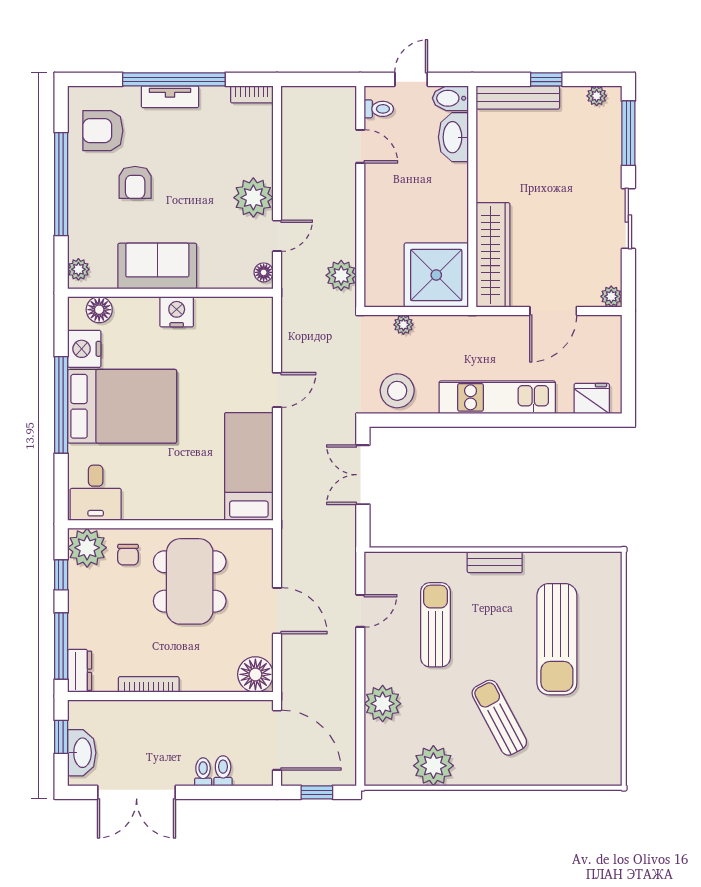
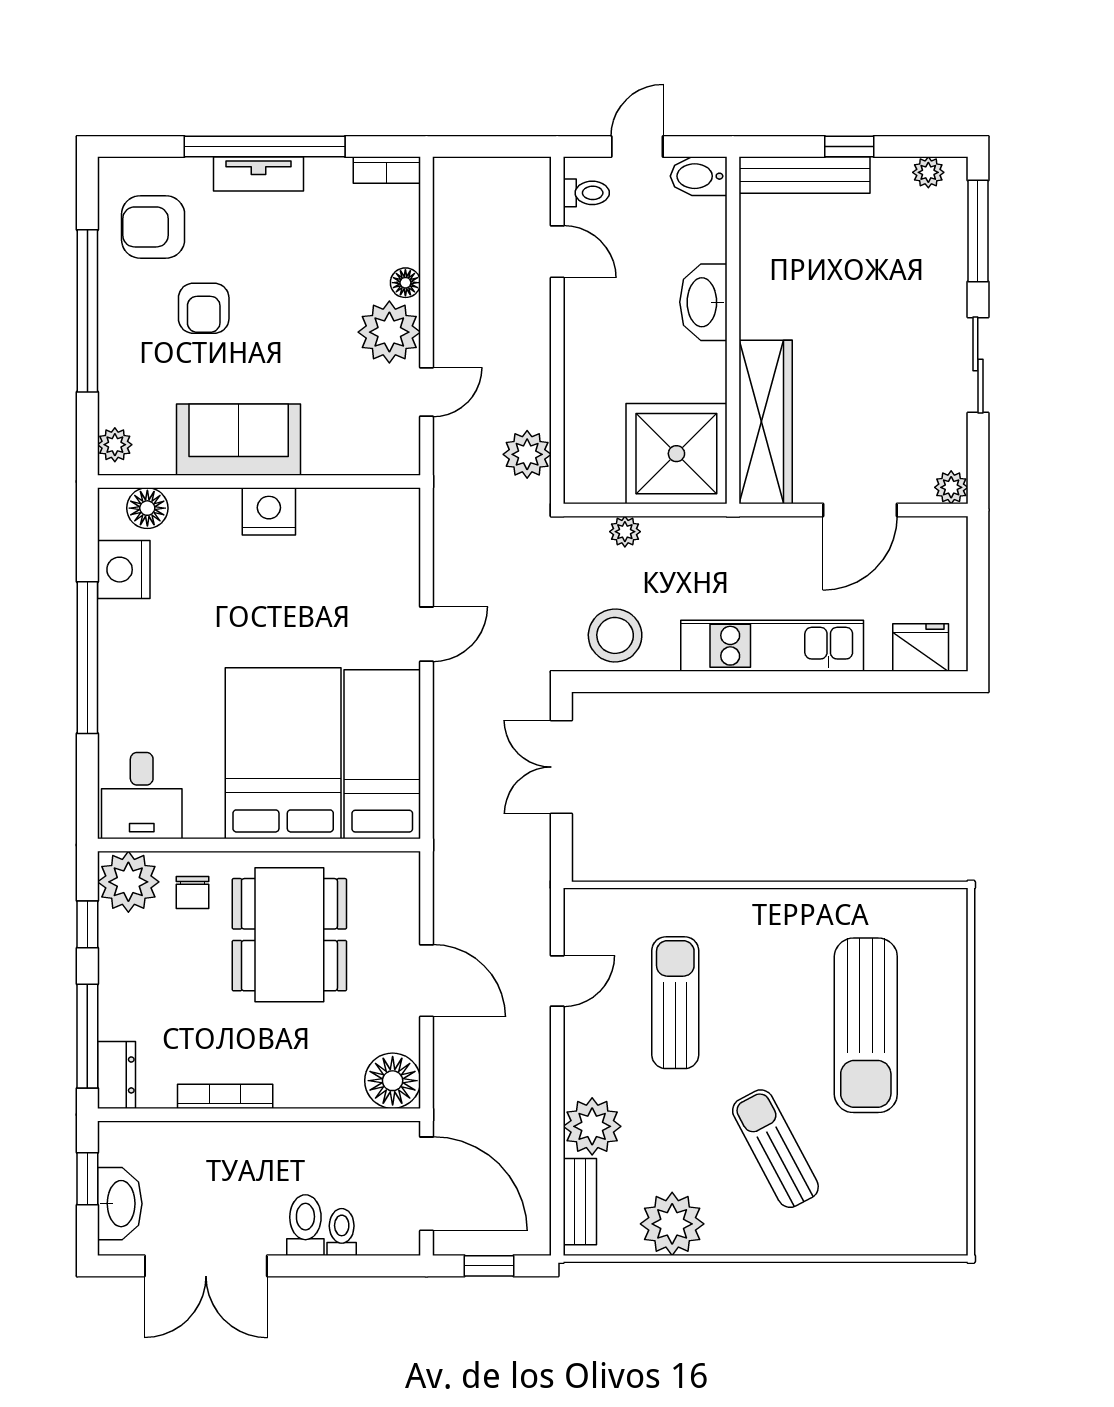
washbasin: (453, 137) -> (703, 302), moved
floor lamp: (264, 272) -> (405, 283), moved
bed: (122, 406) -> (283, 753), moved, turned -90
bench: (495, 562) -> (580, 1202), moved, turned 90
toilet: (203, 772) -> (305, 1225), width x1.37, depth x1.39

